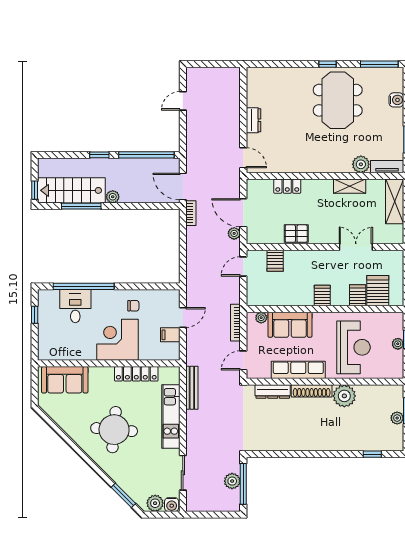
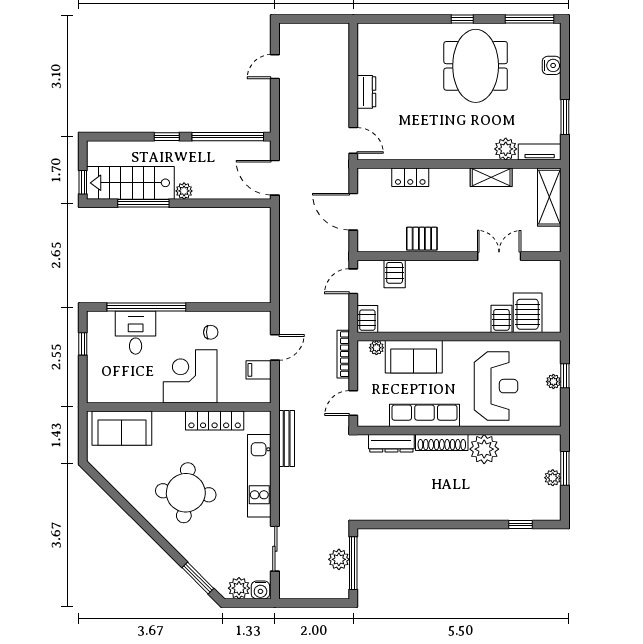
bookcase: (191, 213) -> (285, 212), removed
plant: (234, 233) -> (341, 238), removed
server rack: (322, 296) -> (367, 319), moved

